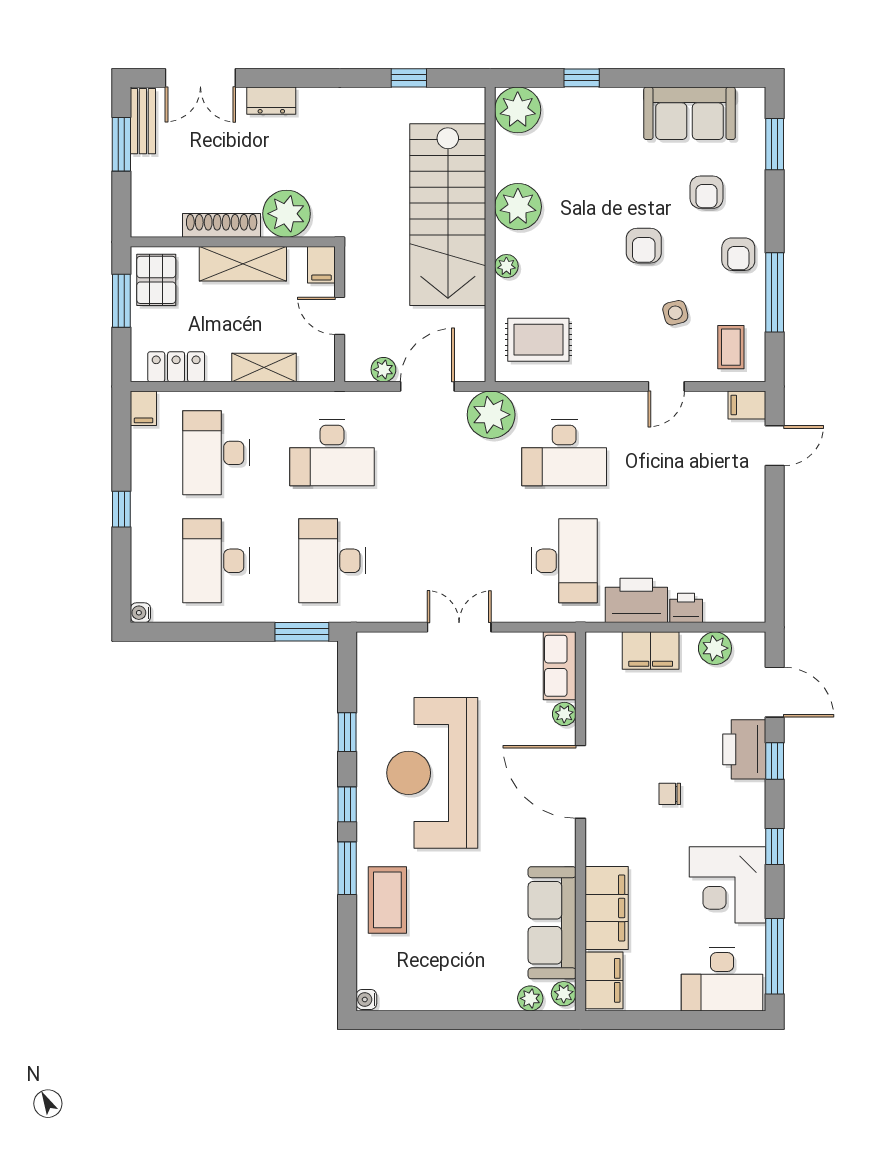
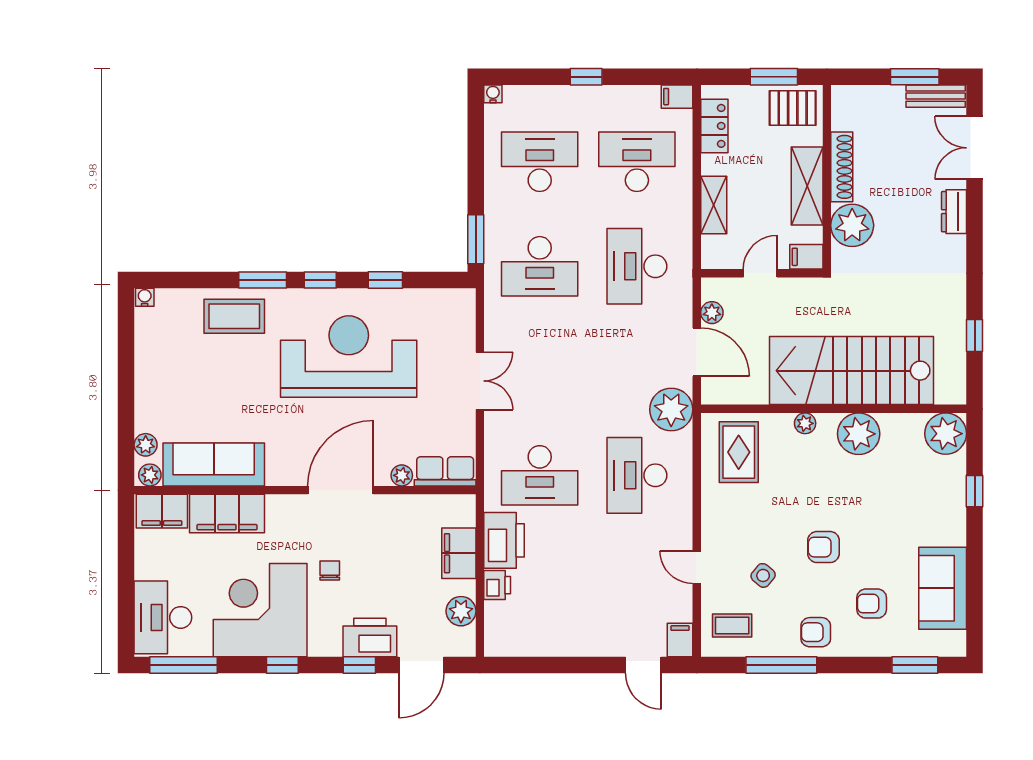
side table: (675, 313) -> (763, 575), turned -36
desk: (332, 561) -> (540, 266), turned 180
corner desk: (727, 885) -> (260, 610), width x1.36, depth x1.36

